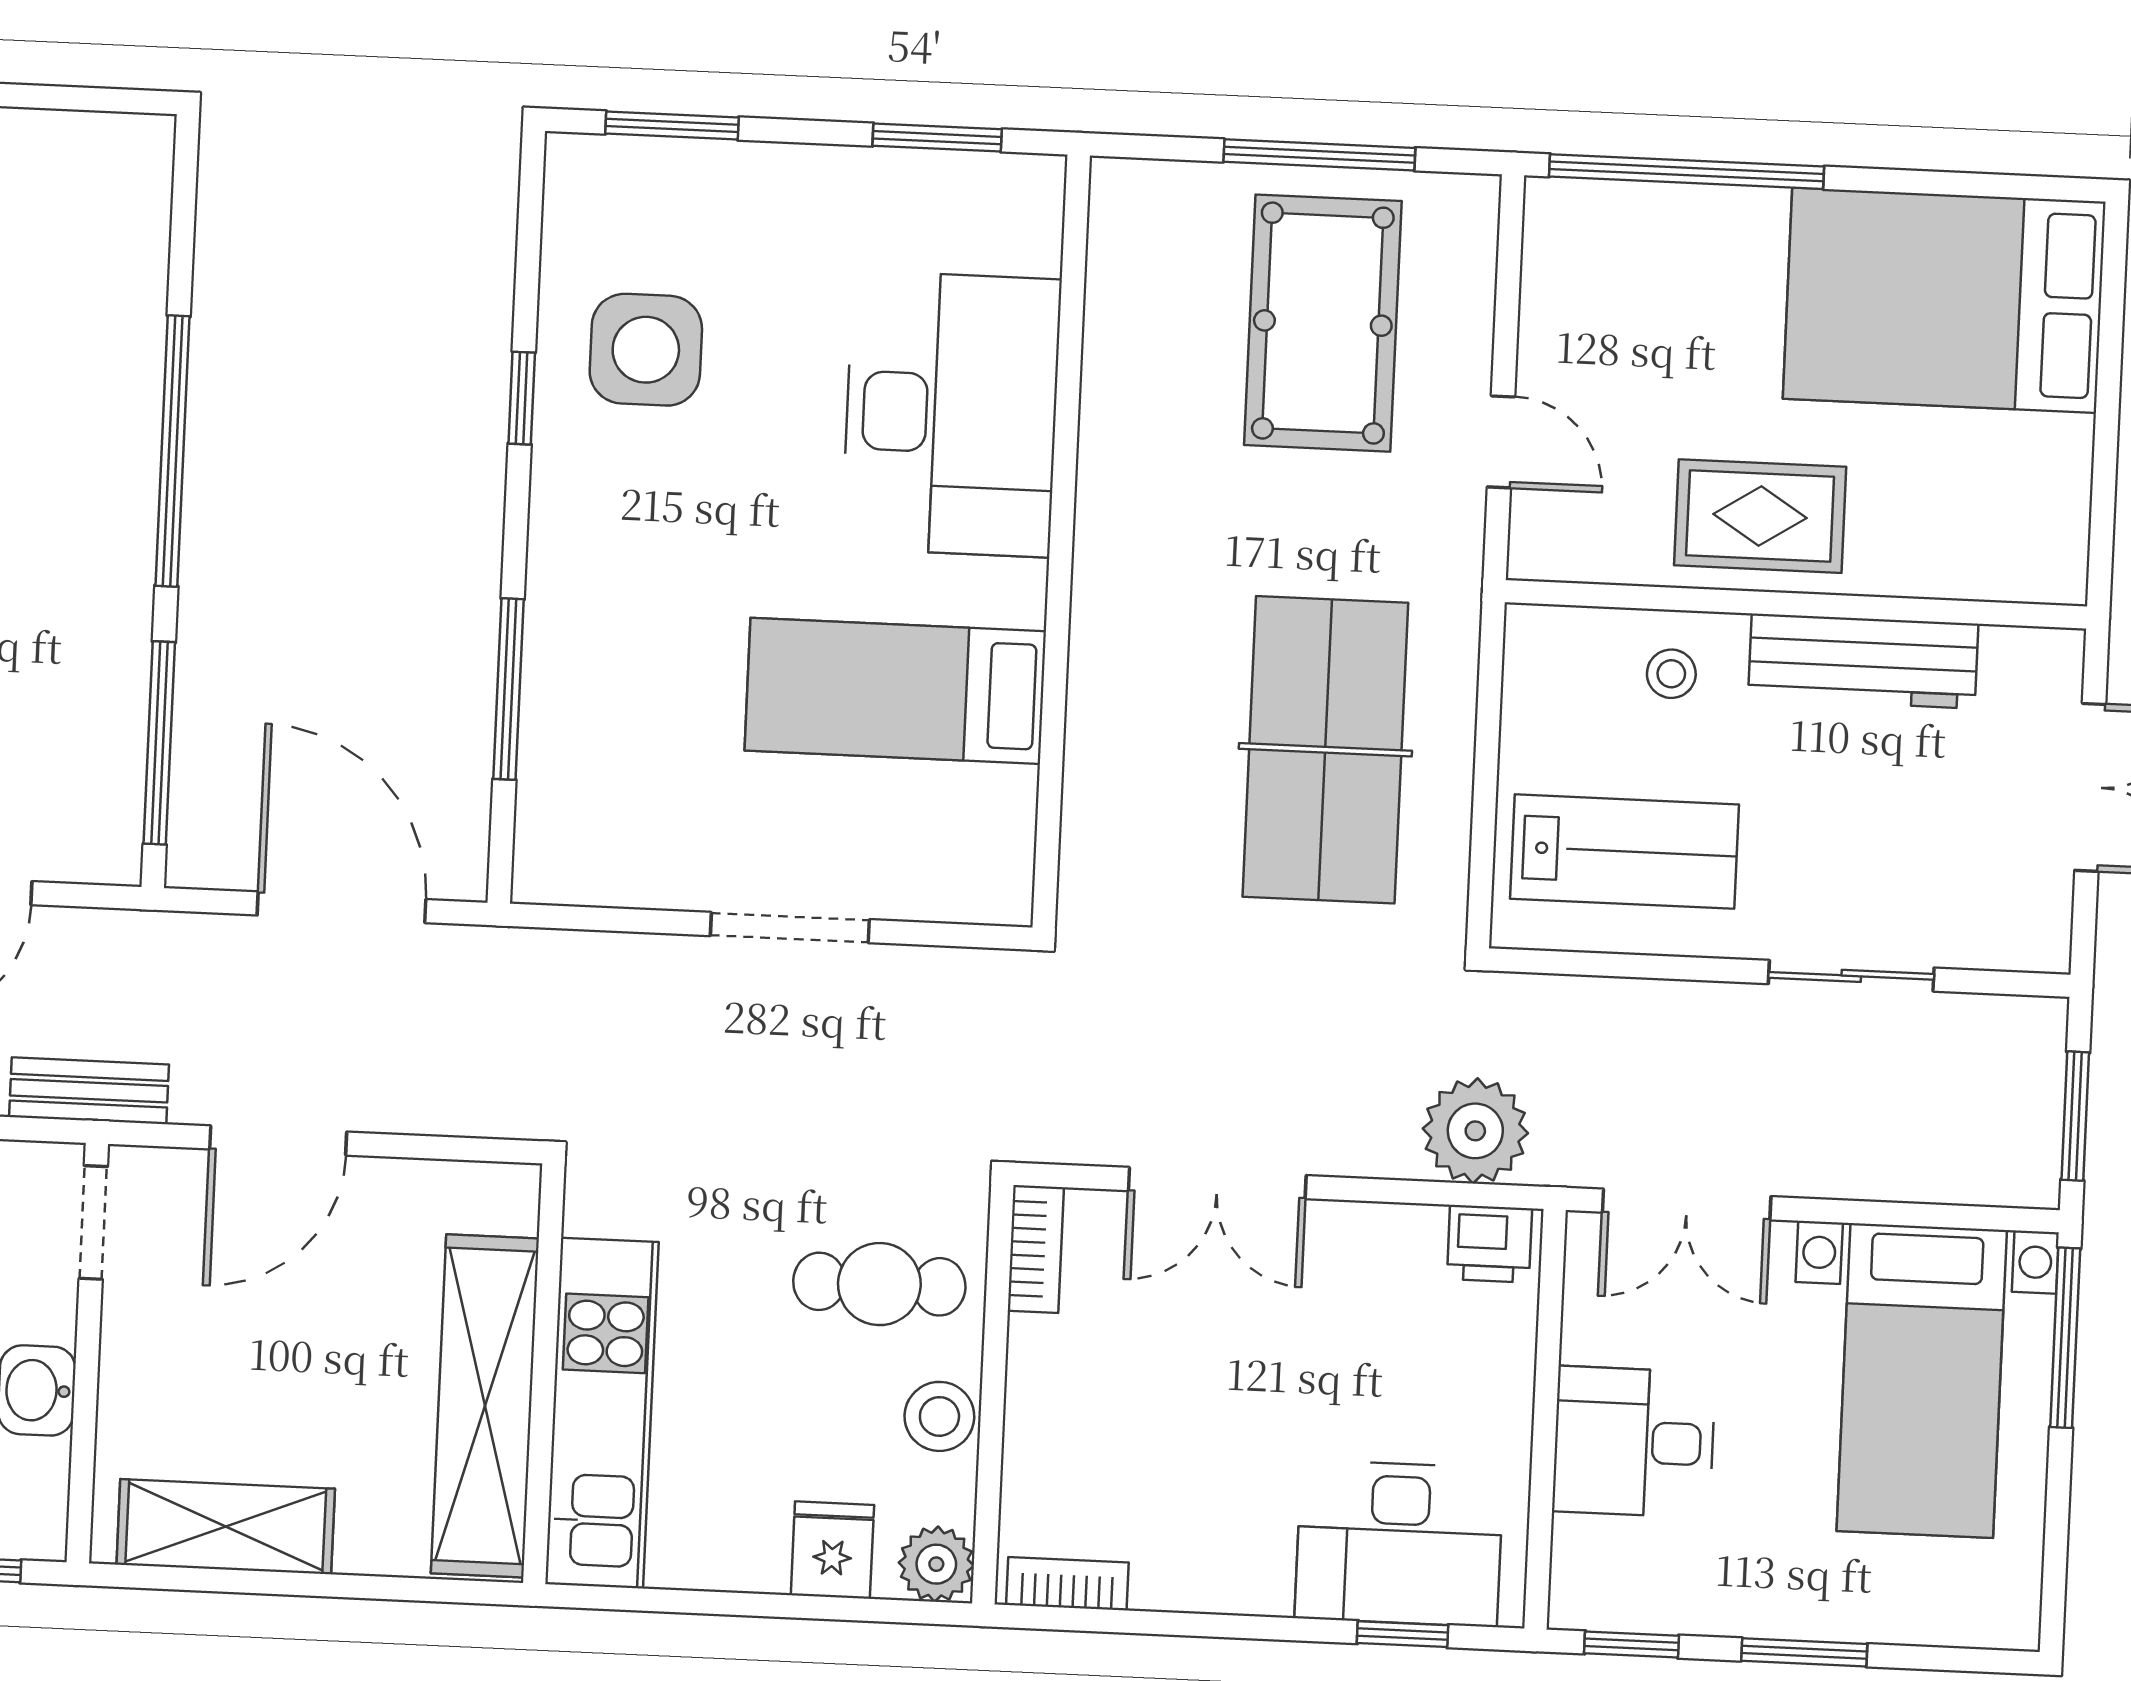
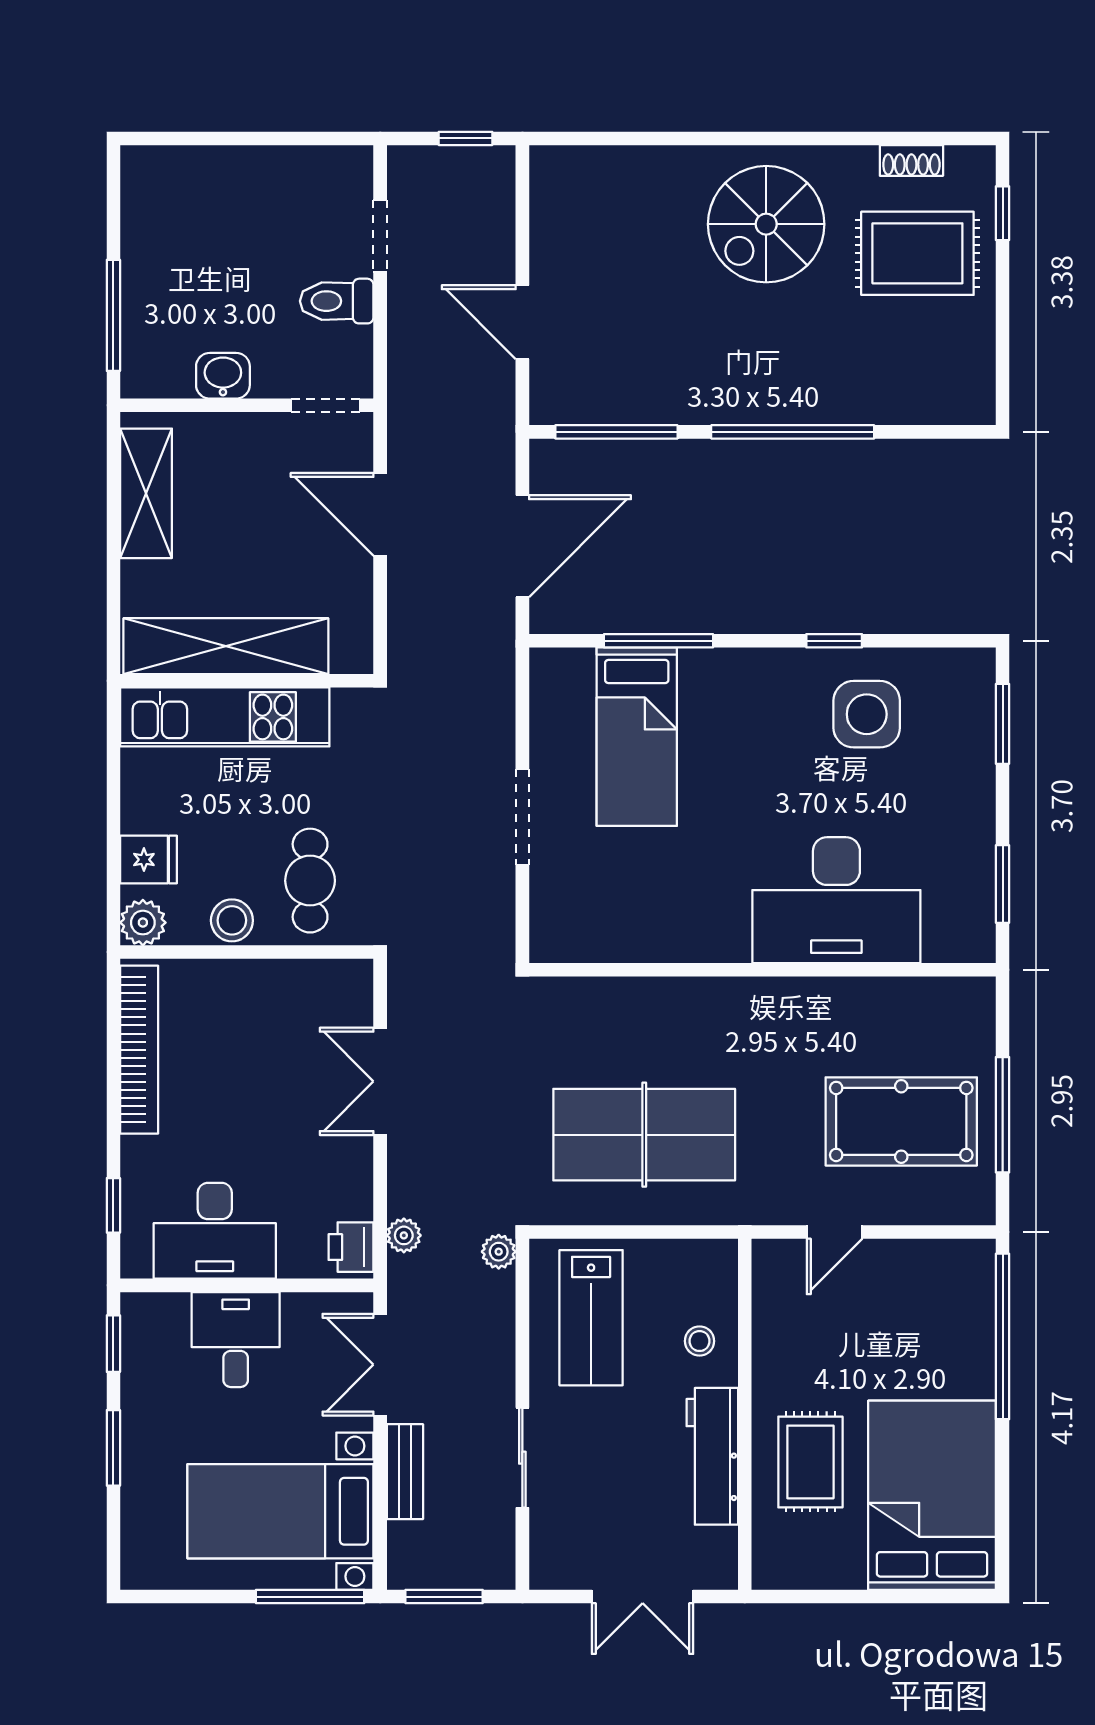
rug: (1760, 516) -> (810, 1462), moved
bed: (895, 691) -> (637, 737), moved, turned 180
plant: (1508, 1000) -> (499, 1252), added
bench: (89, 1091) -> (405, 1472), moved
plant: (1475, 1131) -> (404, 1235), width x0.53, depth x0.53
bookcase: (1036, 1249) -> (335, 974), removed
desk: (1399, 1543) -> (215, 1231), moved, turned -90
bookcase: (1067, 1584) -> (139, 1050), width x2.31, depth x1.31

